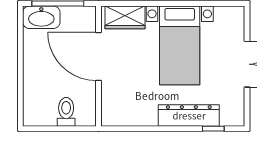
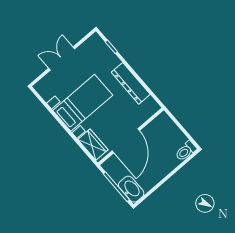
toilet: (66, 112) -> (186, 151), moved
dresser: (189, 115) -> (131, 83), moved

